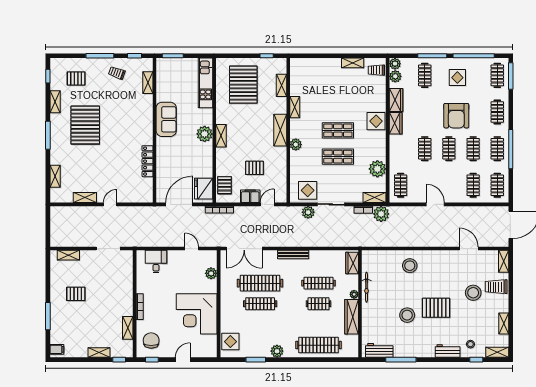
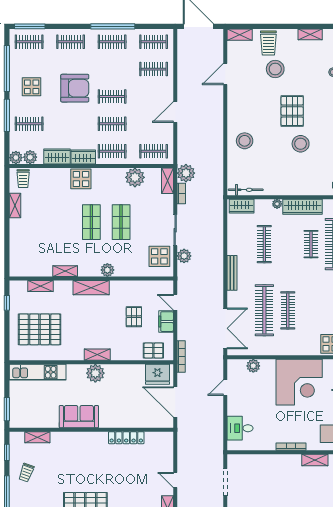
clothes rail: (473, 149) -> (112, 151), moved
bicycle: (366, 287) -> (246, 190), moved
clothes rail: (319, 304) -> (311, 244), moved

